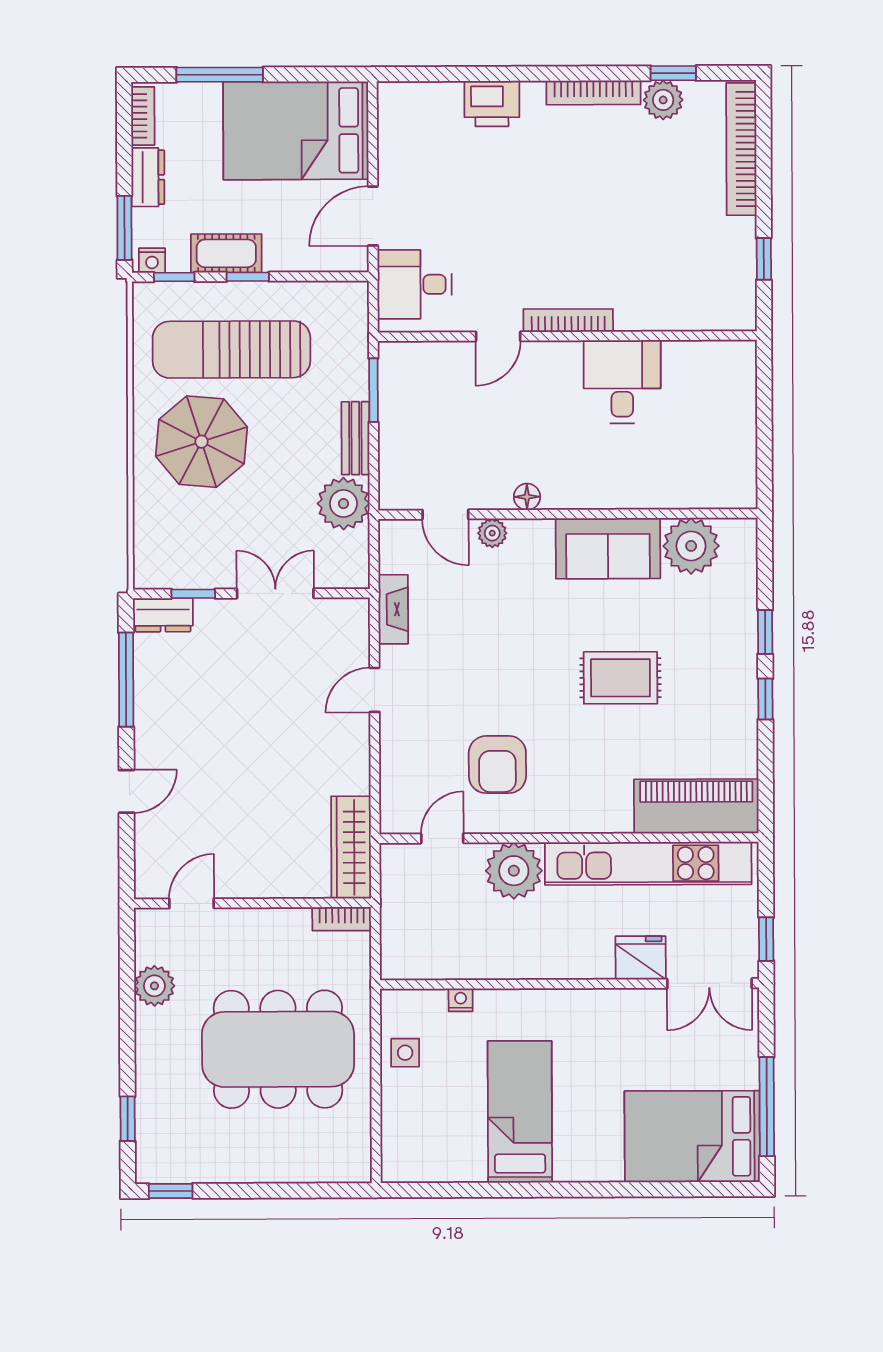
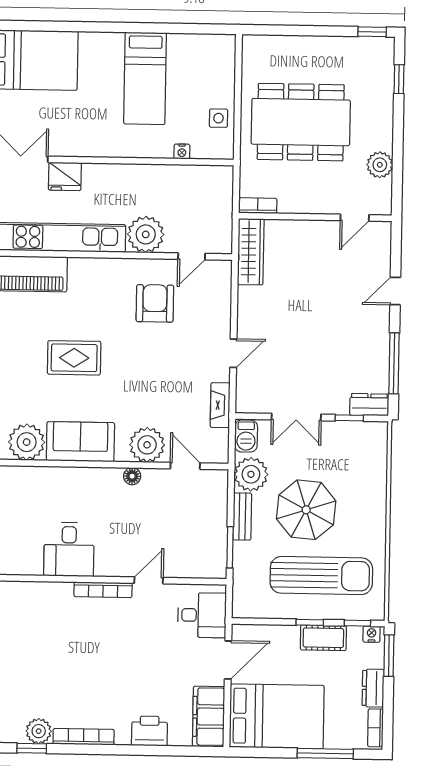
filing cabinet: (401, 128) -> (209, 717), added
parasol: (202, 442) -> (306, 510), moved
plant: (492, 533) -> (147, 445), width x1.88, depth x1.88
barbecue: (352, 563) -> (246, 436), added

